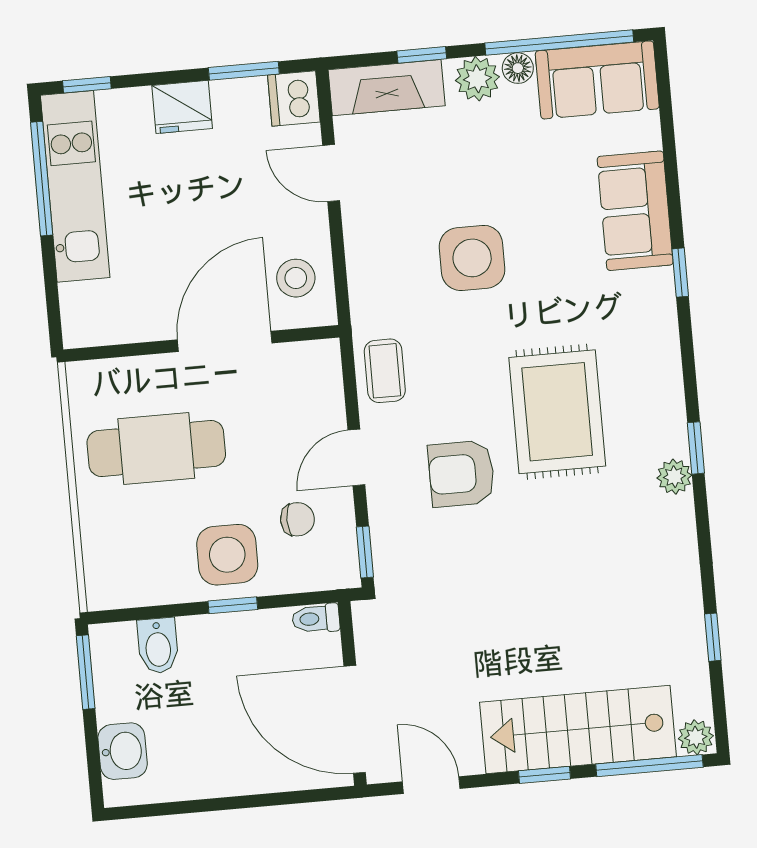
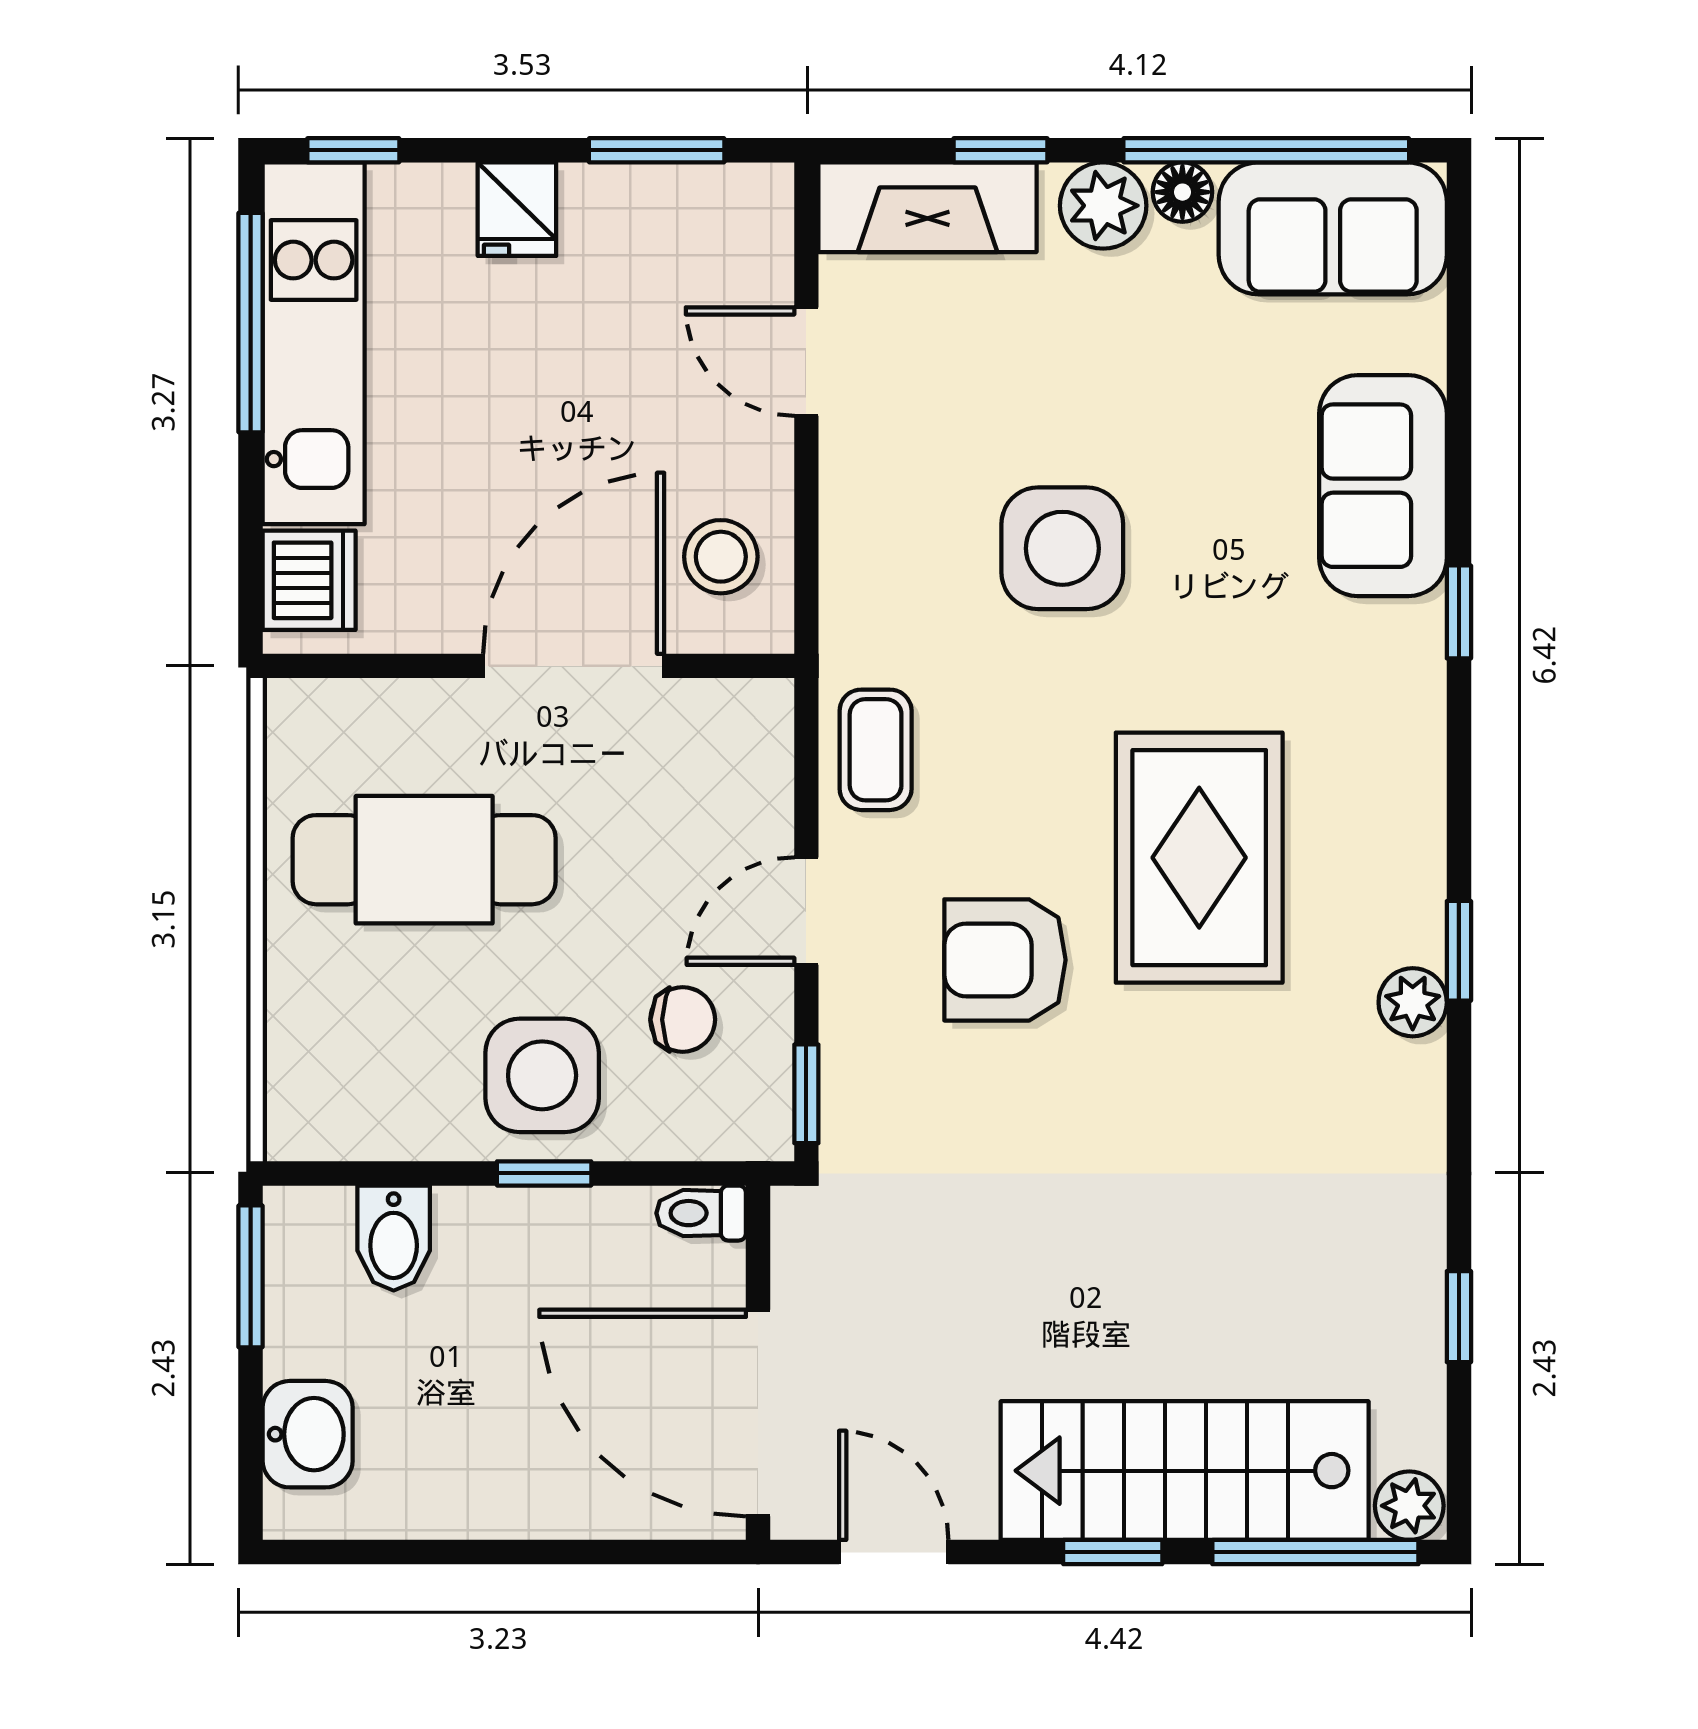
dishwasher: (294, 98) -> (309, 580), moved, turned 180
fridge: (182, 107) -> (517, 209), width x0.72

